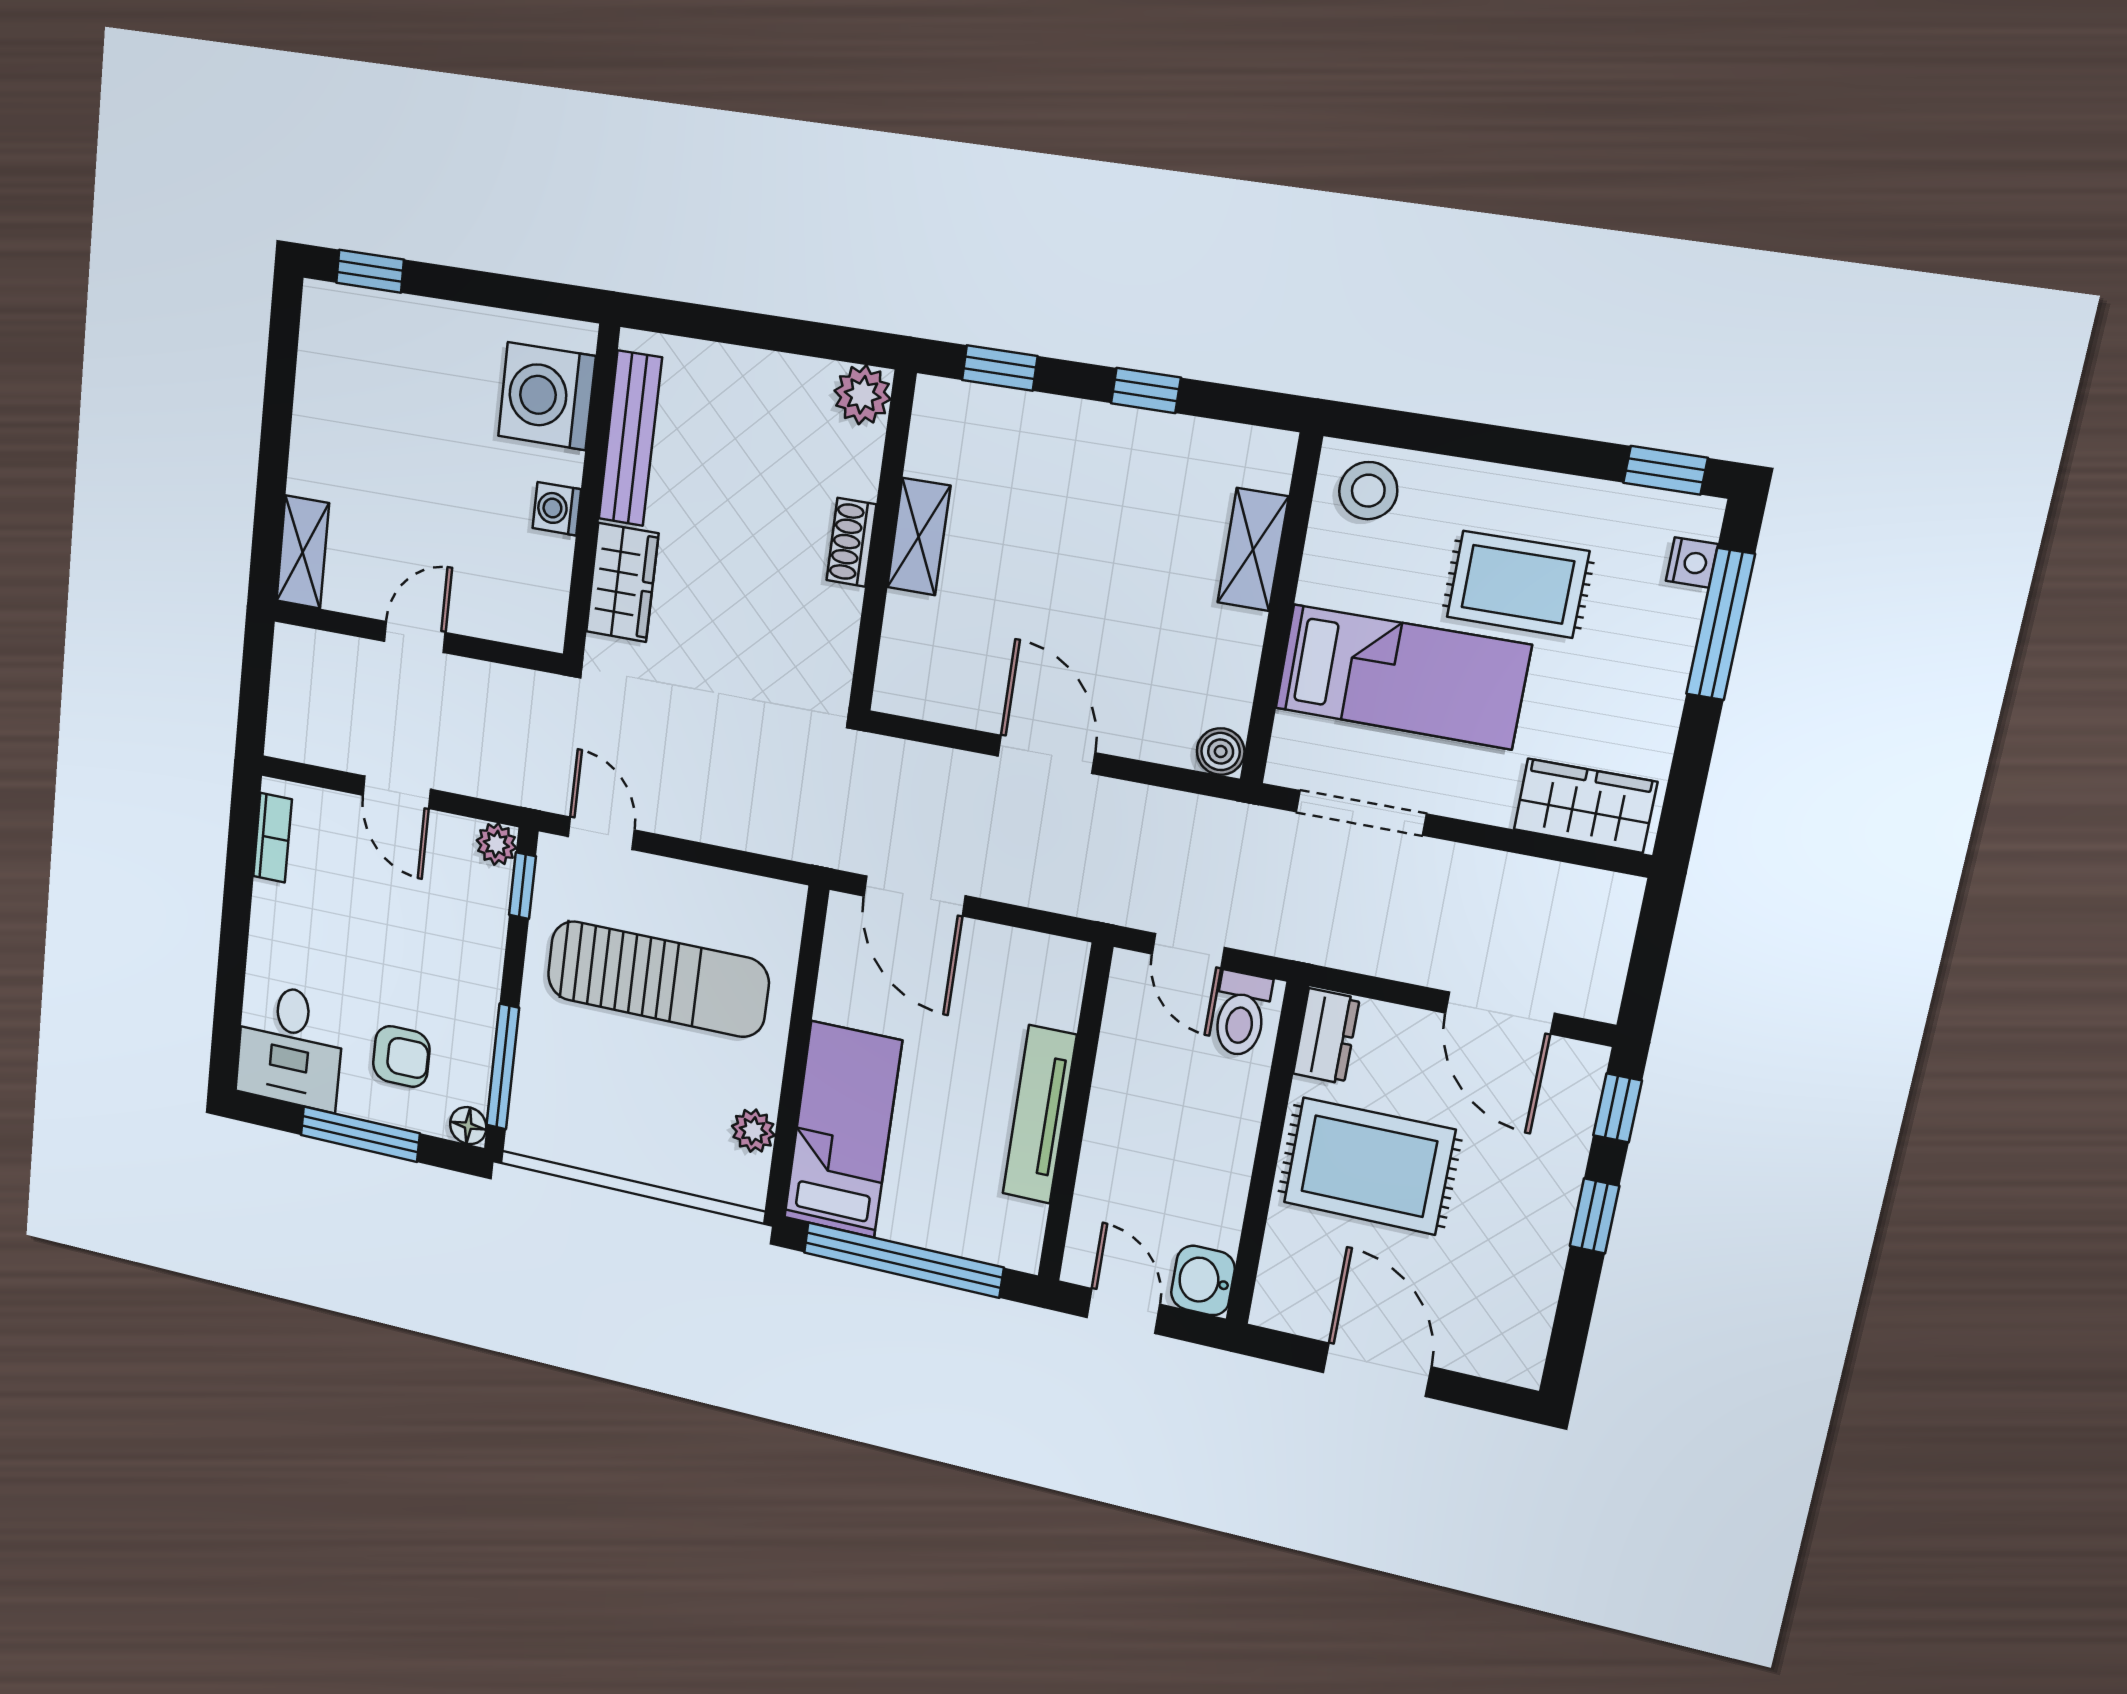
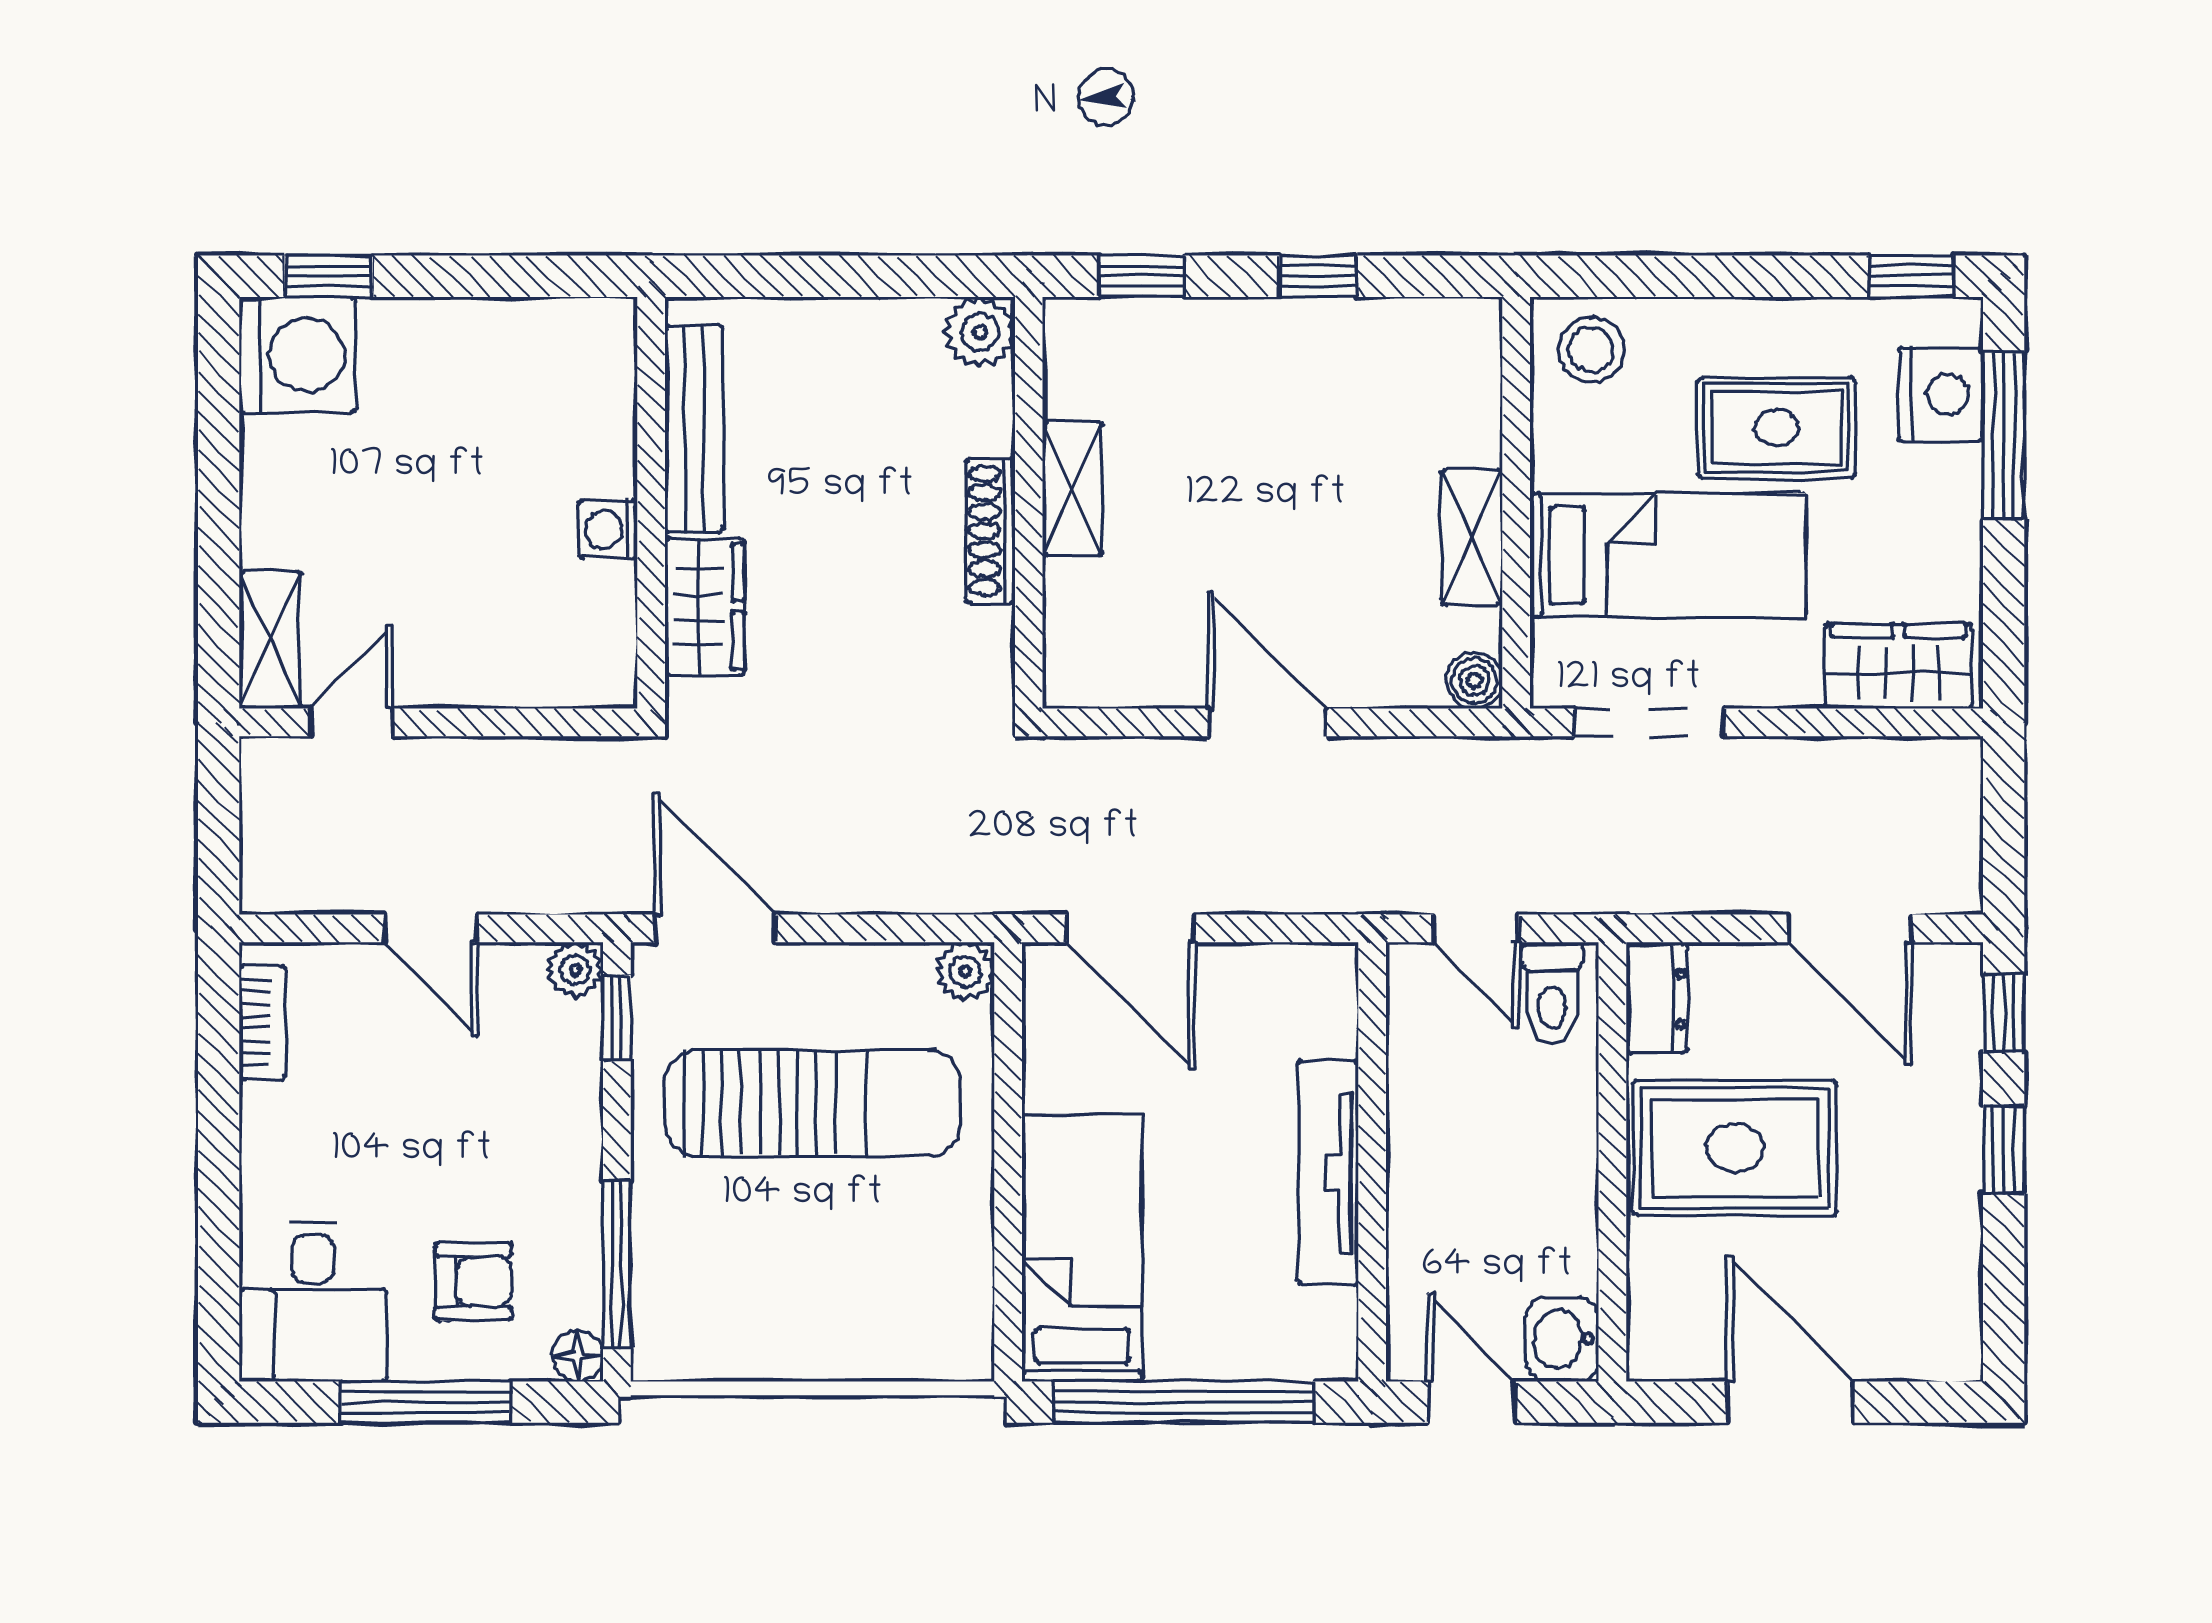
washing machine: (547, 396) -> (297, 355), moved, turned 180
shoe rack: (851, 542) -> (990, 531), width x1.43
shelving: (1253, 550) -> (1472, 537), moved
nightstand: (1692, 562) -> (1941, 395), width x1.89, depth x1.79
door: (415, 637) -> (351, 722), moved
door: (601, 833) -> (715, 928), width x1.38
plant: (753, 1131) -> (965, 971), moved

